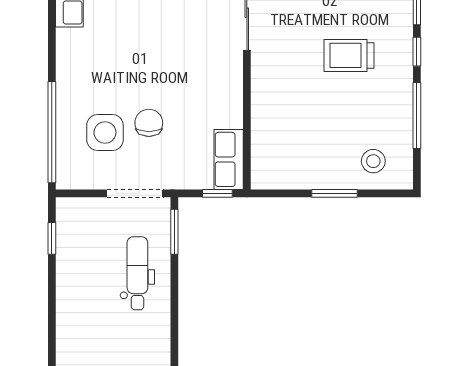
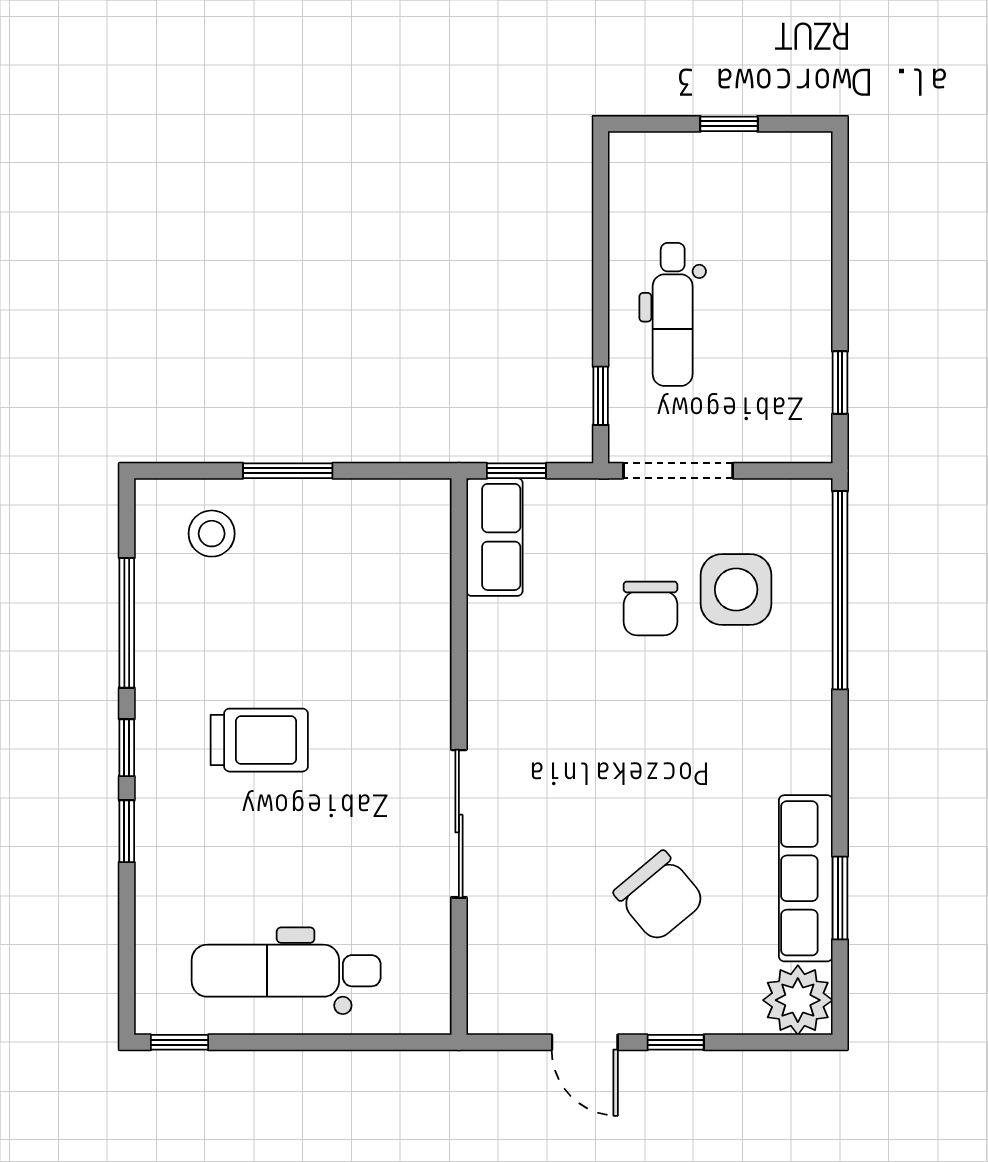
window: (174, 232) -> (601, 396), width x0.67

